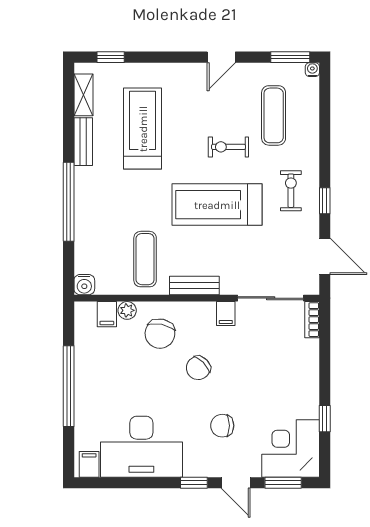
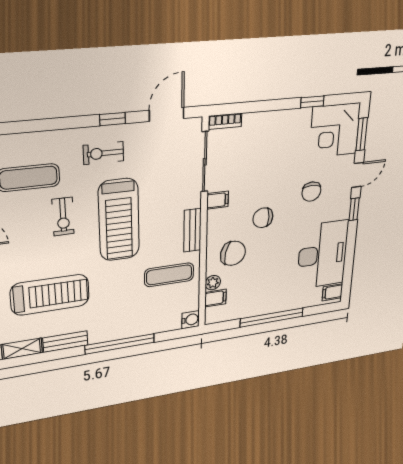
treadmill: (143, 129) -> (50, 295), turned 180
chair: (198, 368) -> (263, 218), turned 134

